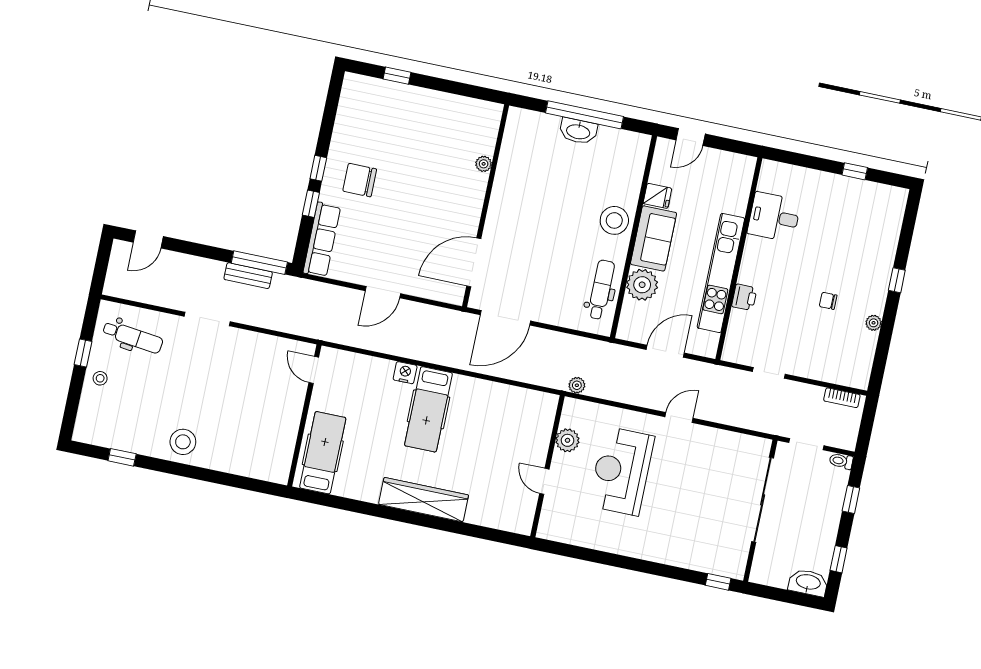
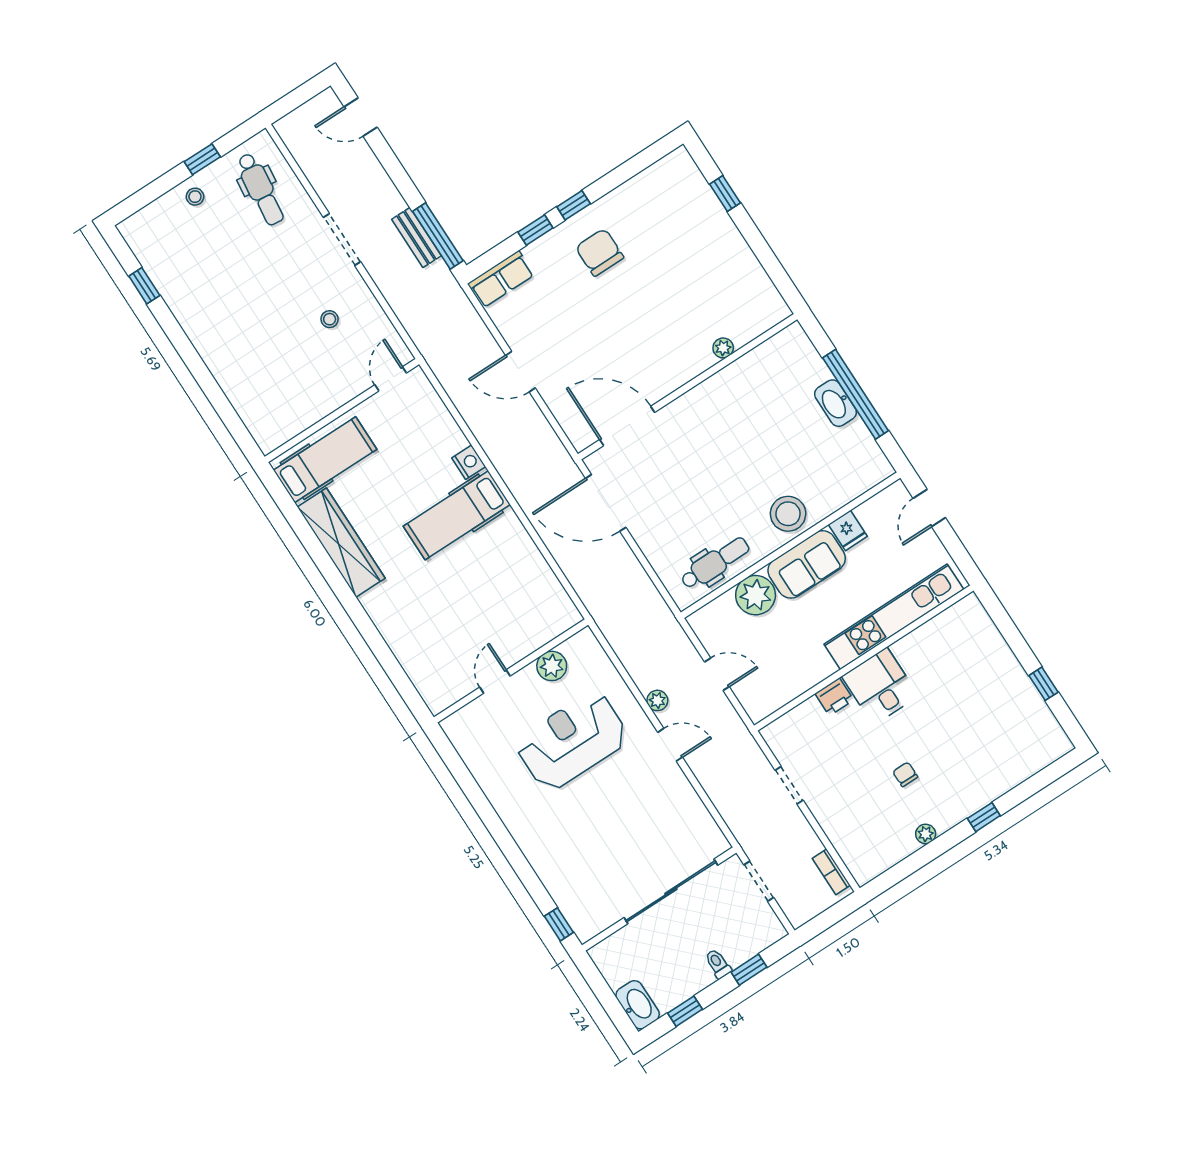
door: (691, 137) -> (929, 508), hinge flipped
desk: (774, 217) -> (880, 686), moved
row of seats: (322, 240) -> (501, 279), width x0.68
kitchen unit: (721, 273) -> (894, 617), moved
door: (665, 351) -> (717, 674), width x0.73
plant: (577, 385) -> (657, 700), moved
stool: (183, 442) -> (330, 319), moved, width x0.53, depth x0.53
toilet: (841, 461) -> (718, 964), moved
wardrobe: (424, 500) -> (341, 543), moved

